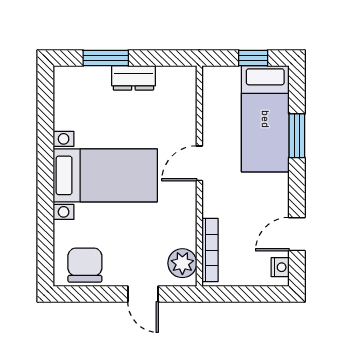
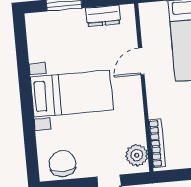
dresser: (133, 78) -> (103, 16), moved
door: (199, 163) -> (141, 61), moved

